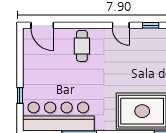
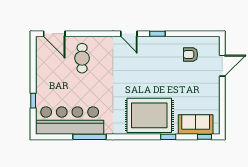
cafe table: (82, 46) -> (82, 58), moved

